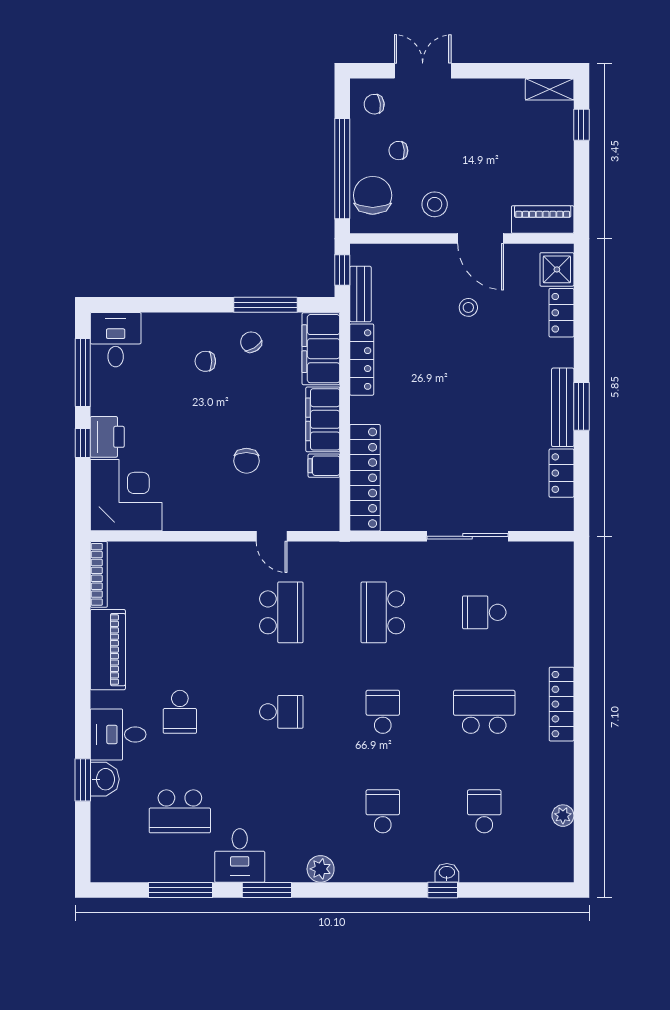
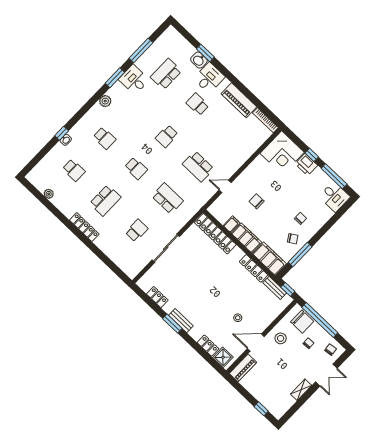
shelving: (550, 89) -> (301, 390), moved
bench: (563, 407) -> (181, 321), width x0.73

